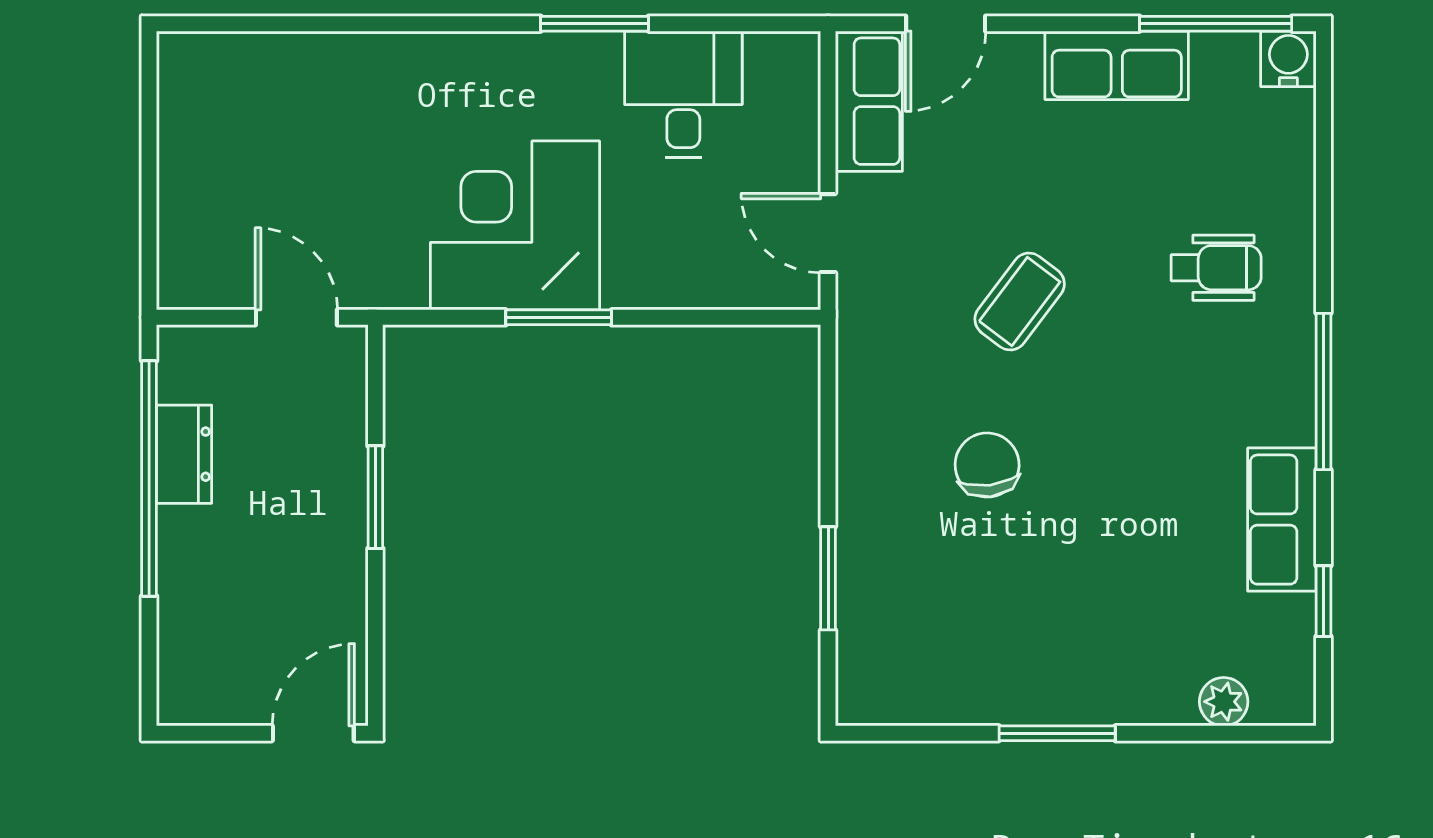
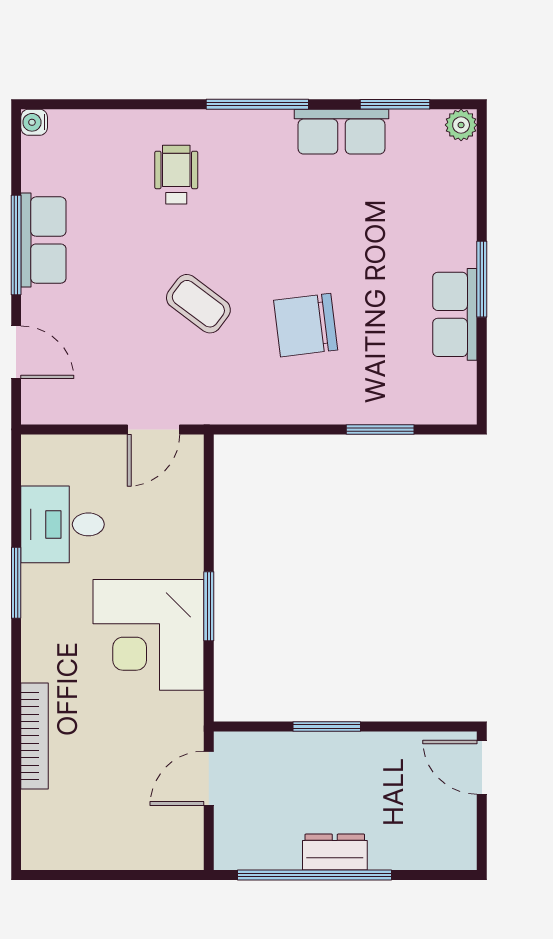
window: (1216, 24) -> (16, 245), moved
bookcase: (361, 52) -> (34, 736), added
water cooler: (1288, 59) -> (34, 122), width x0.72, depth x0.72
row of seats: (869, 101) -> (455, 314), moved, turned -90
dresser: (184, 454) -> (335, 852), moved
chair: (987, 465) -> (306, 325), width x1.37, depth x1.37
window: (1324, 601) -> (395, 104), width x1.50
plant: (1224, 702) -> (461, 125), moved

